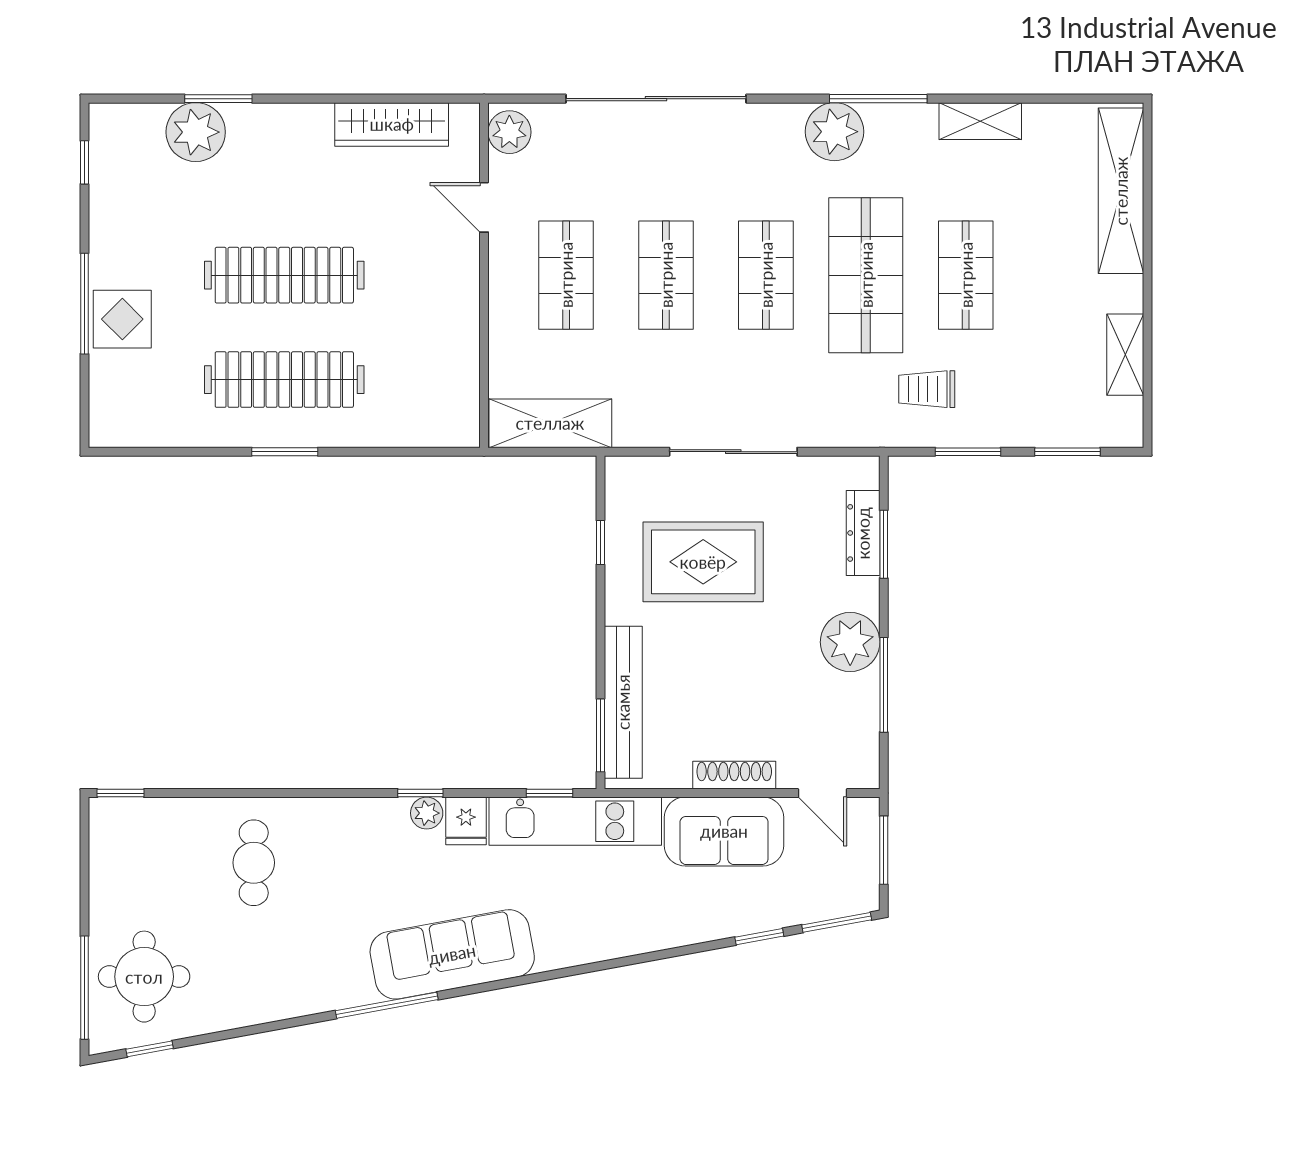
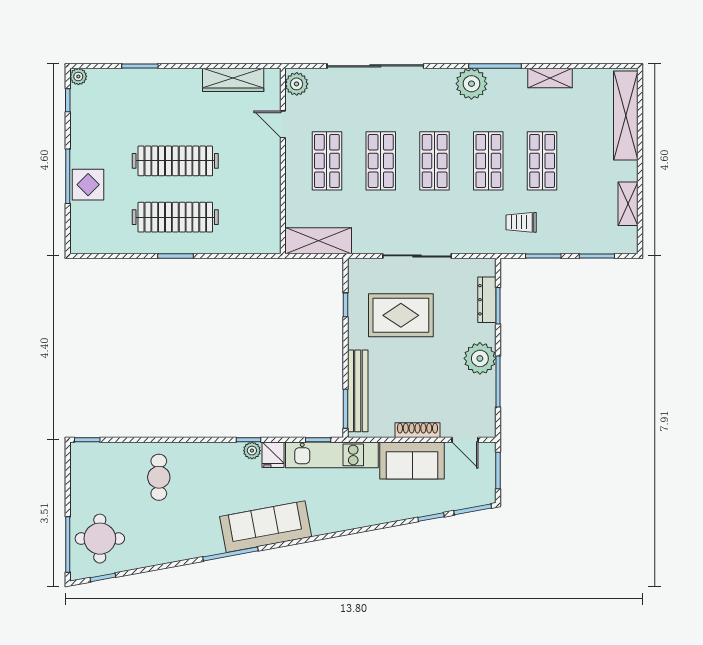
plant: (196, 132) -> (78, 76), moved, width x0.53, depth x0.53
shop shelf: (866, 275) -> (488, 161), width x0.70, depth x0.74

